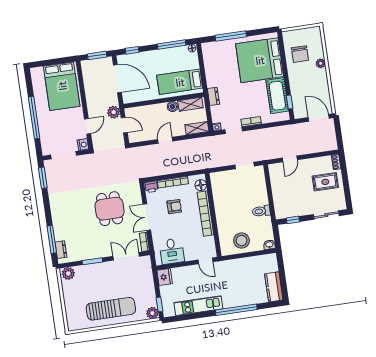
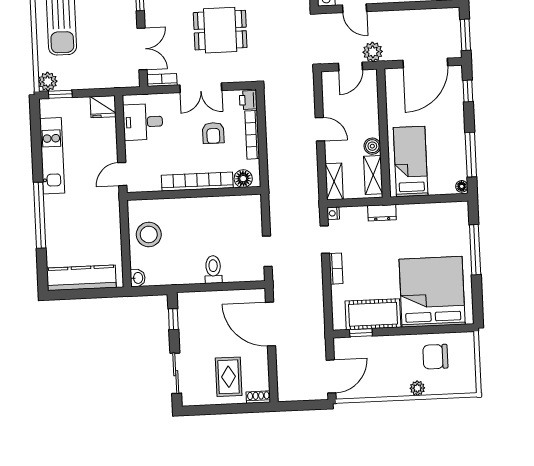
door: (290, 159) -> (271, 324), width x1.87
toilet: (261, 211) -> (213, 269), moved
double door: (147, 217) -> (201, 88), swing flipped
kitchen counter: (274, 287) -> (81, 278), width x1.50

